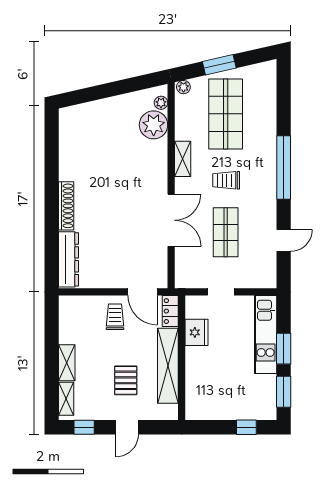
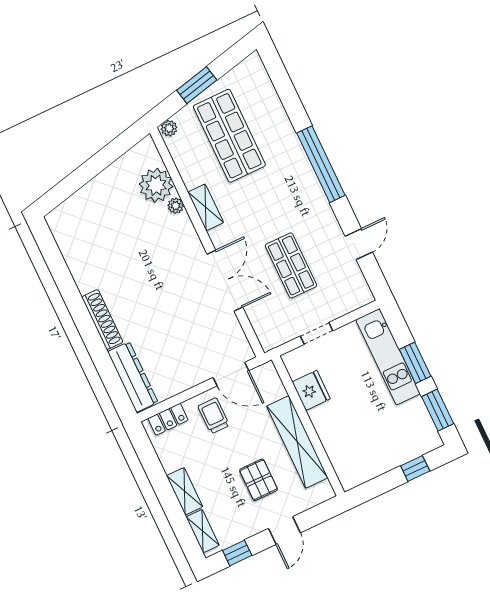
plant: (161, 103) -> (176, 206), moved
trolley: (226, 180) -> (264, 208), removed
locker: (170, 311) -> (168, 419), moved, turned -90

